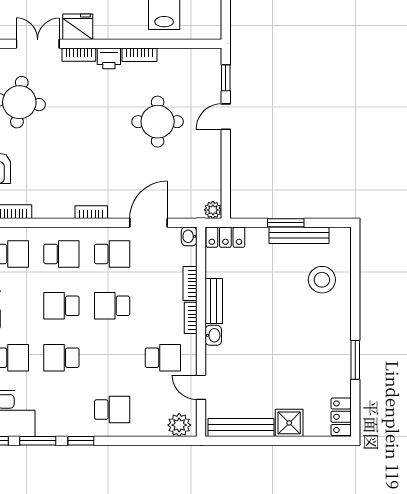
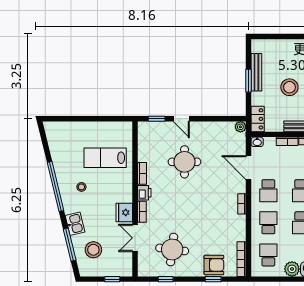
school desk: (112, 254) -> (268, 191), turned 180
stool: (322, 280) -> (289, 87), moved

